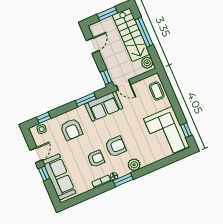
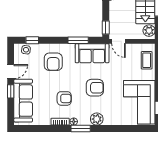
armchair: (116, 147) -> (95, 88), moved

